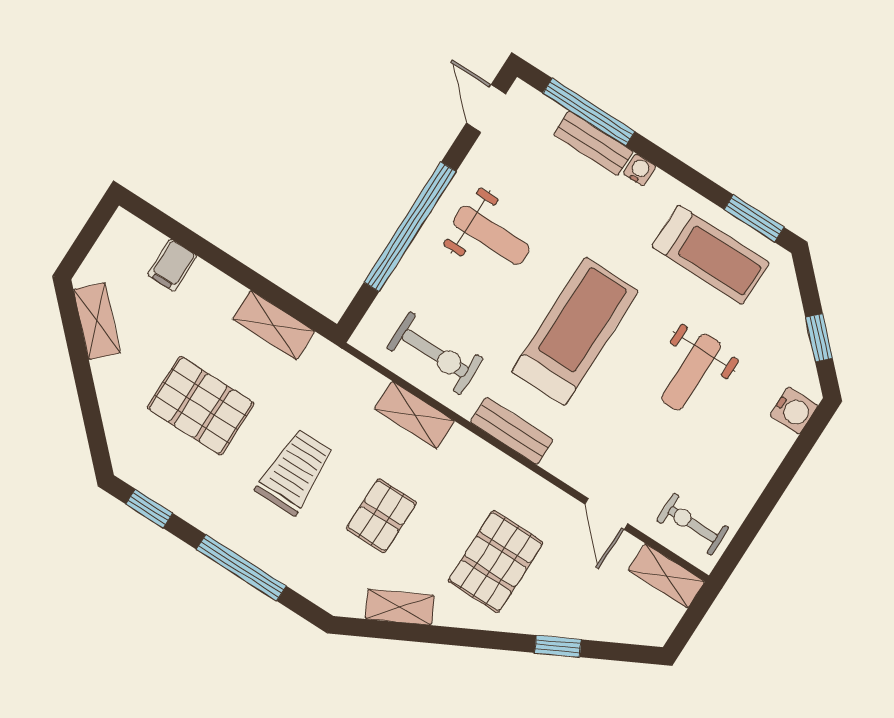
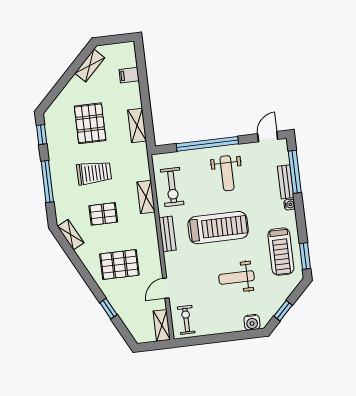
shelving: (400, 607) -> (71, 235), moved

